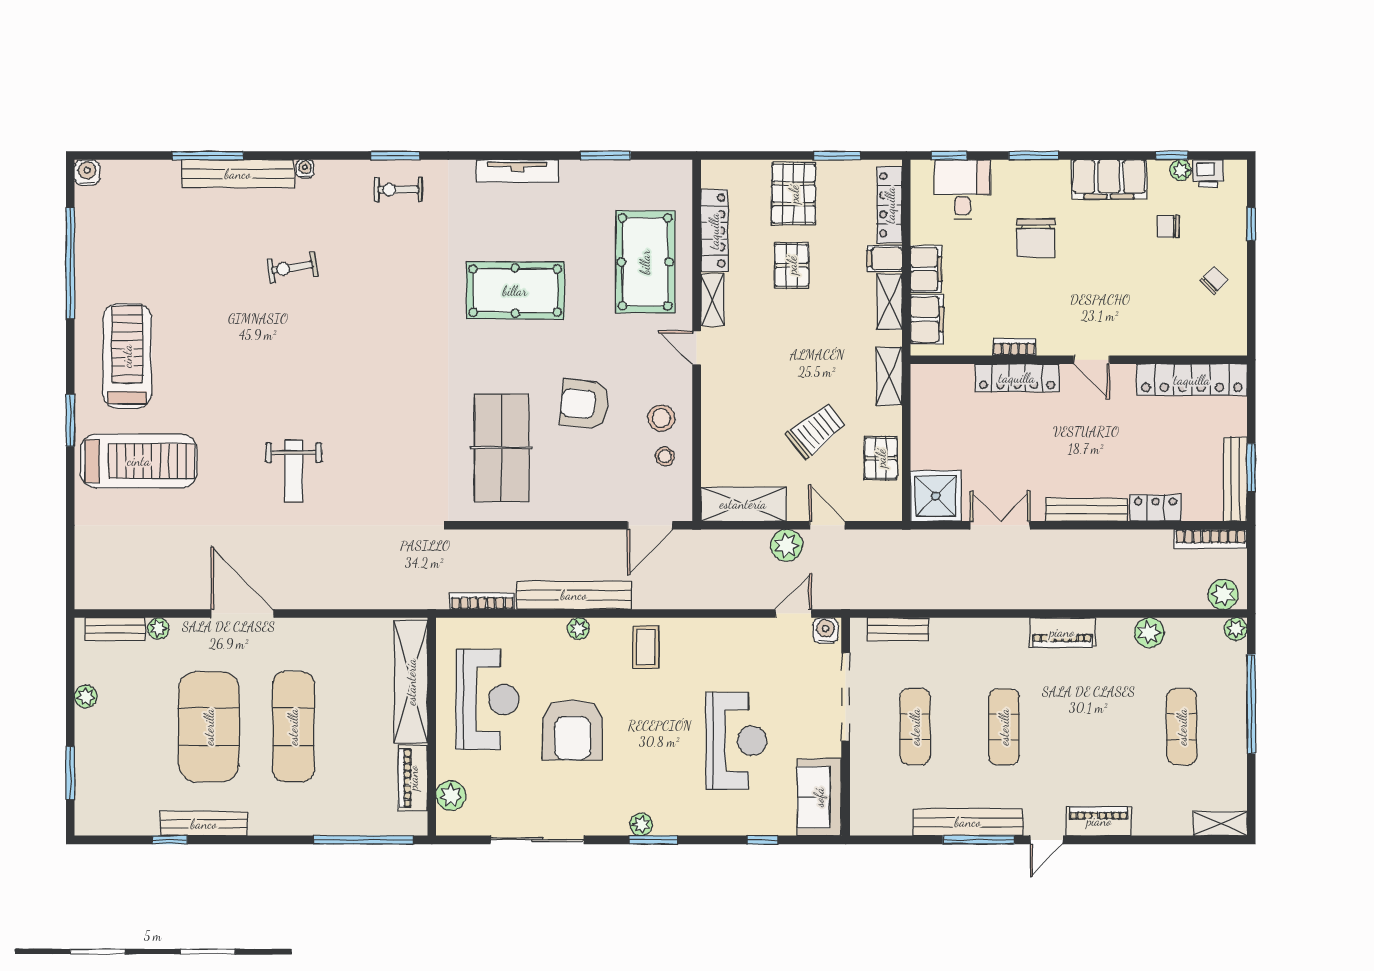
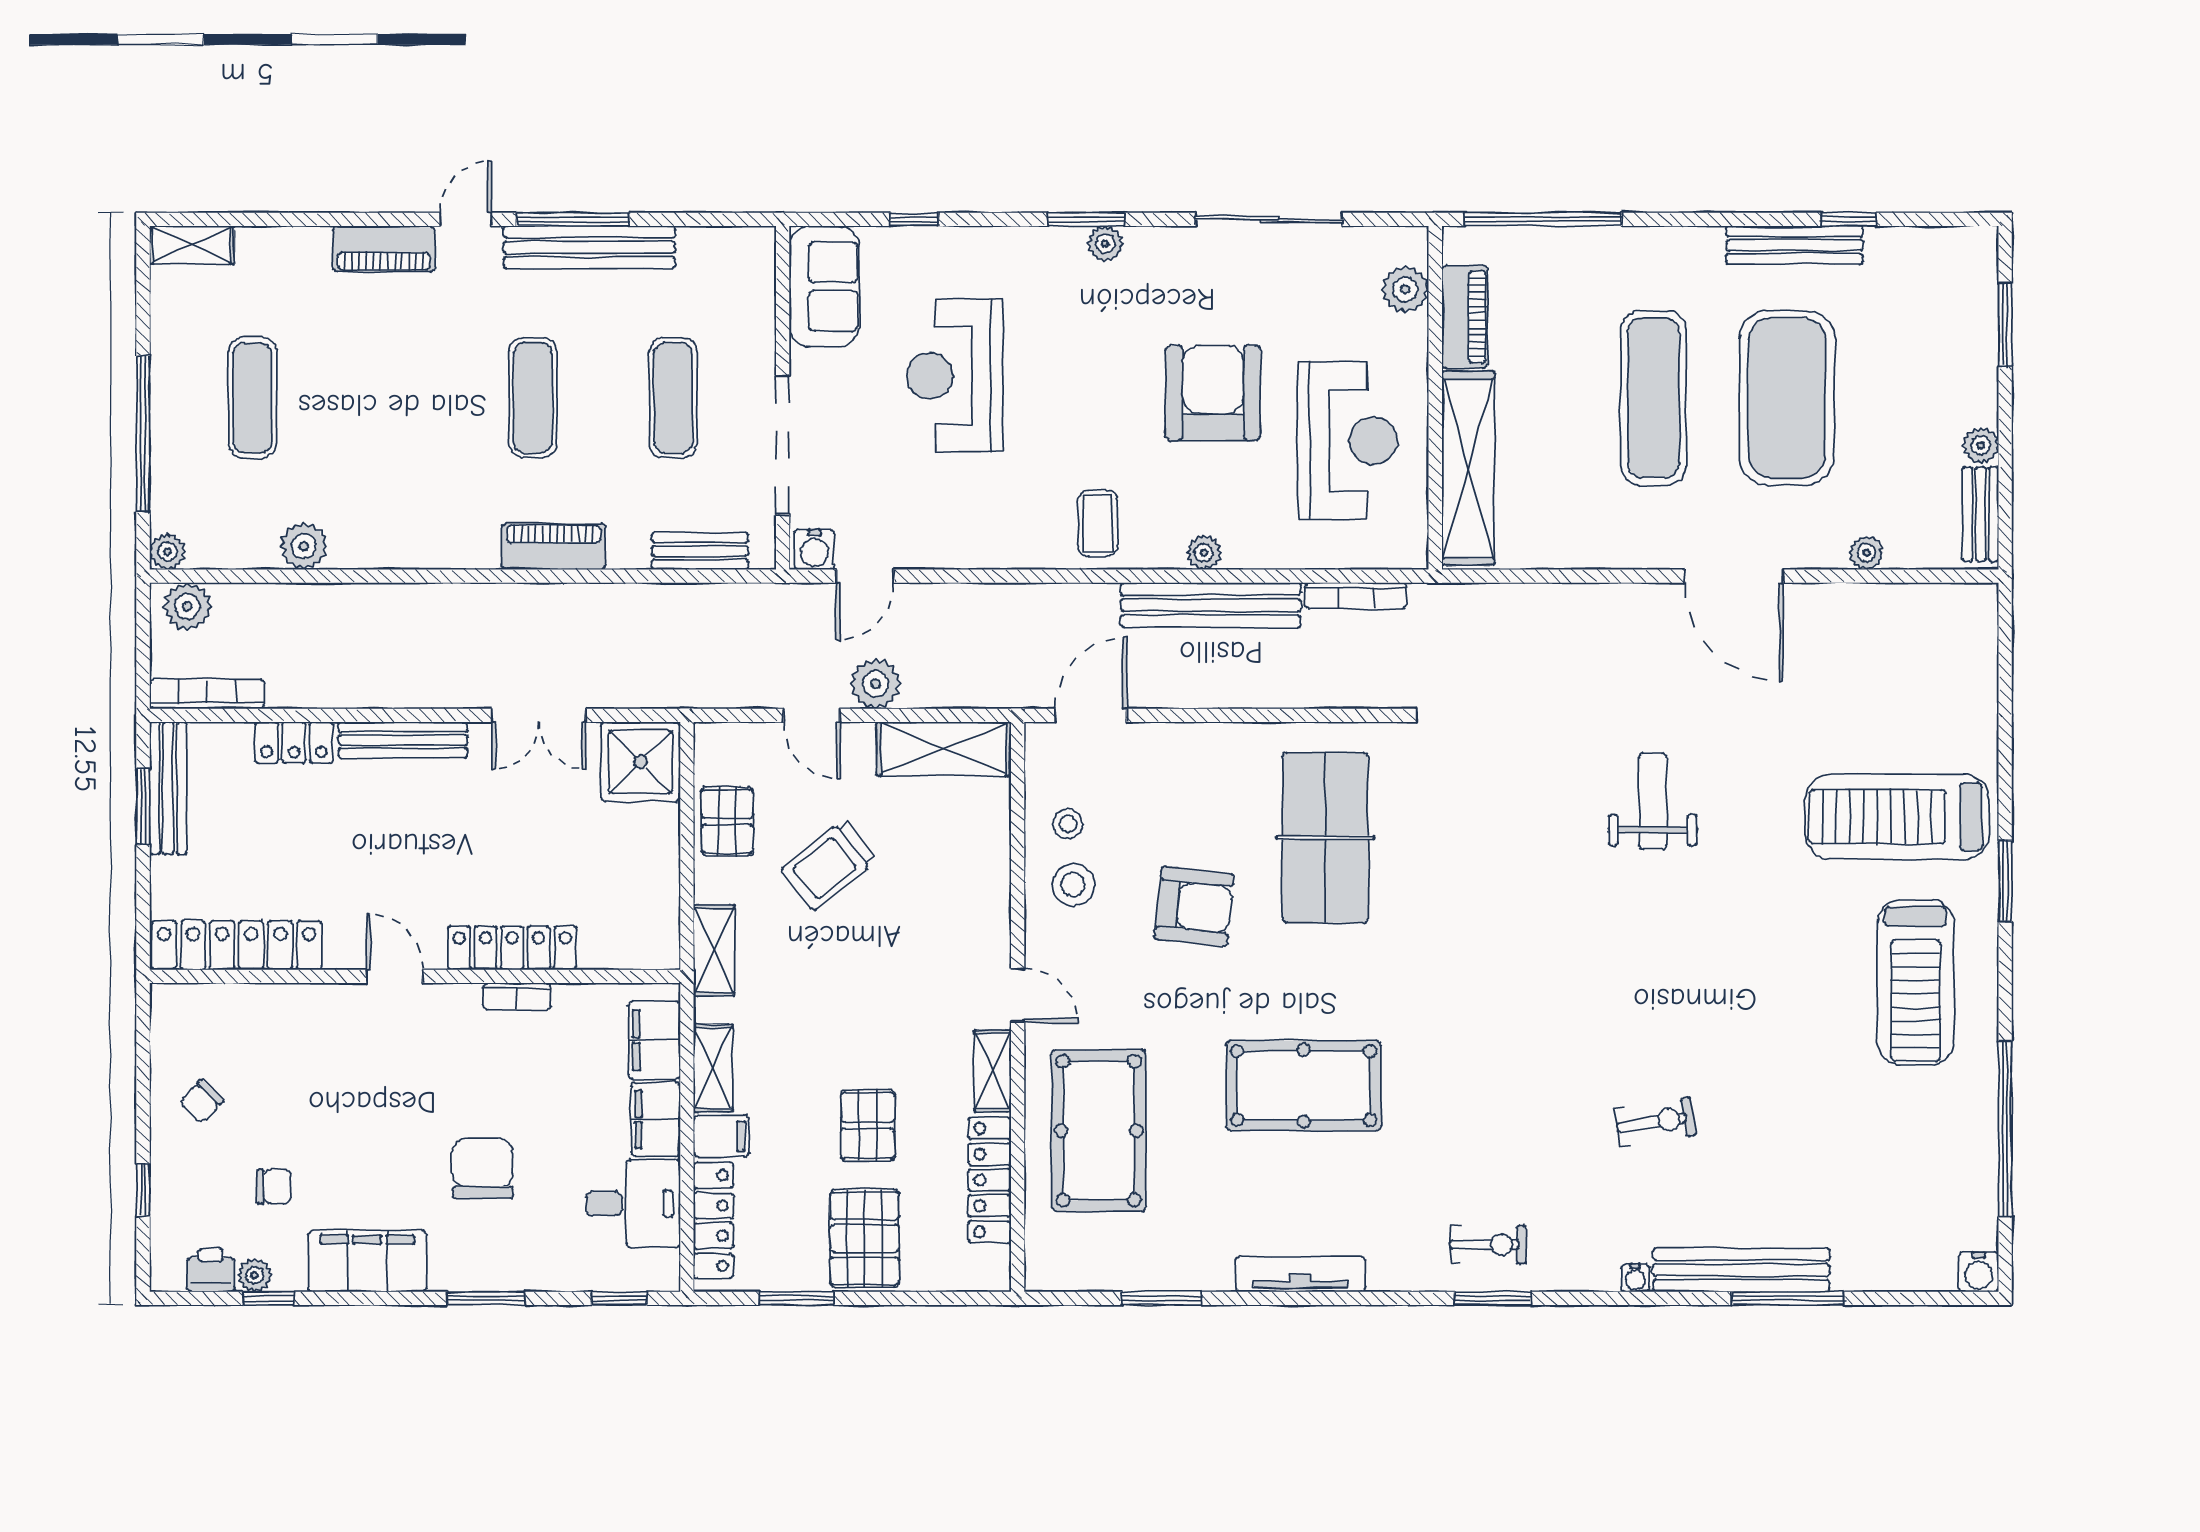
desk: (962, 190) -> (633, 1204), moved, turned -90
bench: (115, 629) -> (1981, 514), moved, turned 90
piano: (1062, 632) -> (554, 546), moved
reception desk: (487, 699) -> (1347, 441), turned 180

